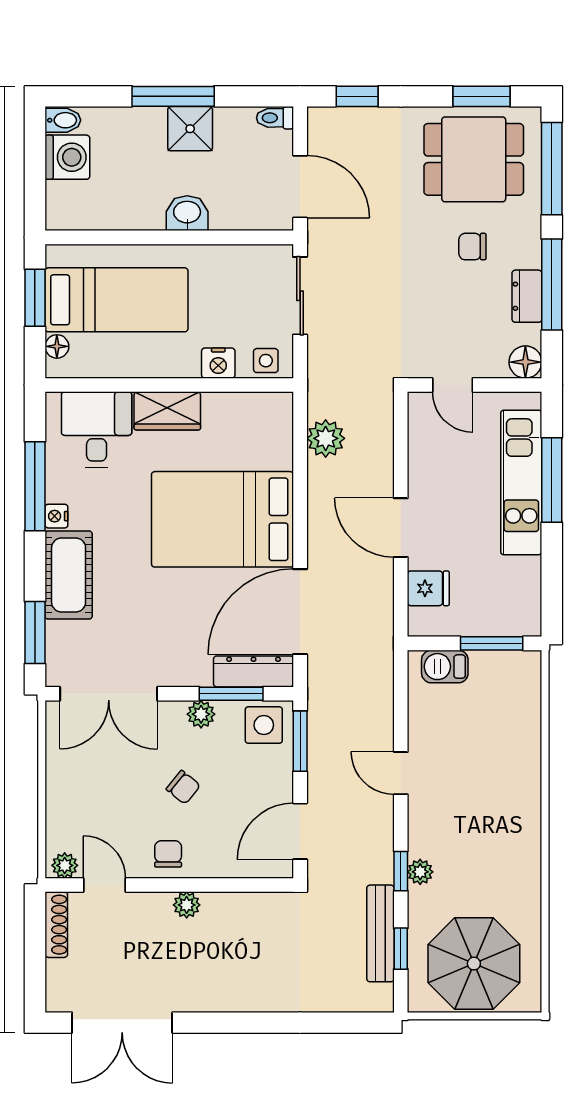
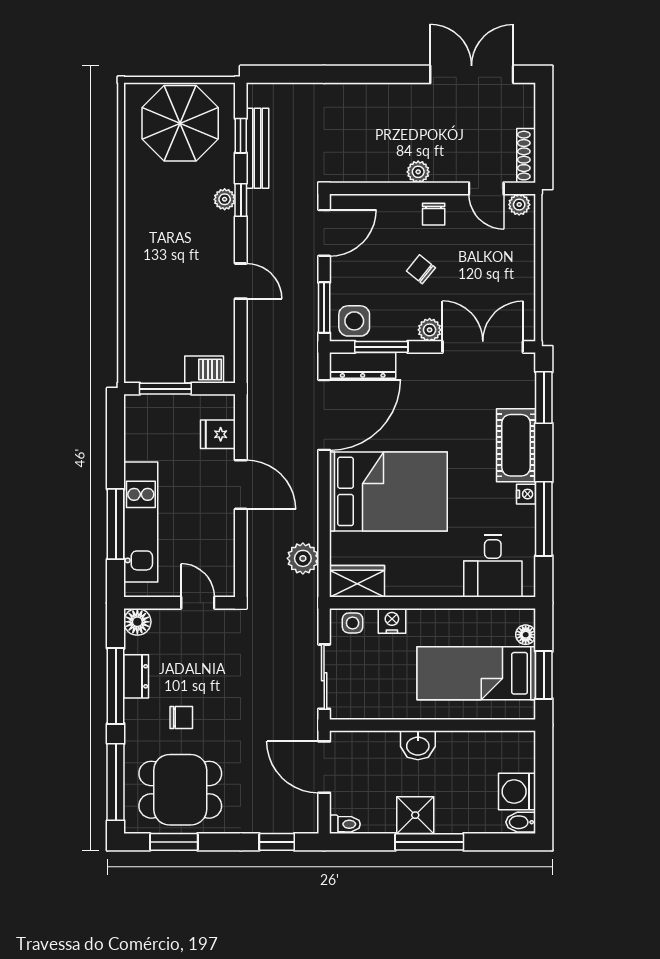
wardrobe: (167, 411) -> (357, 581), moved
plant: (201, 714) -> (430, 330), moved

